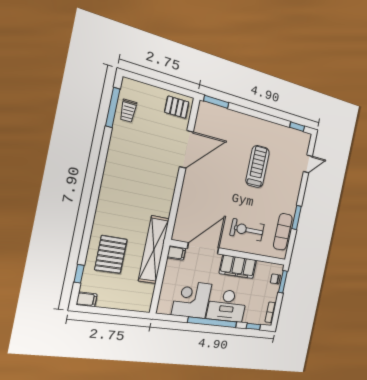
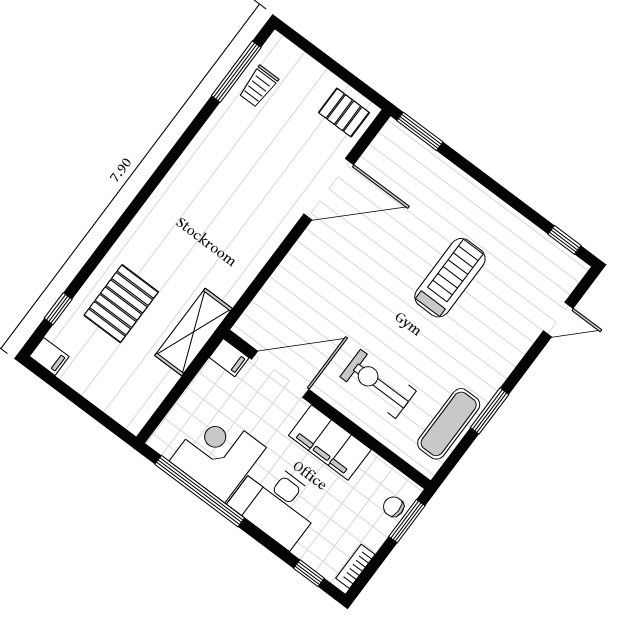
shelving: (154, 250) -> (194, 332), width x0.68
window: (212, 322) -> (200, 491), moved

